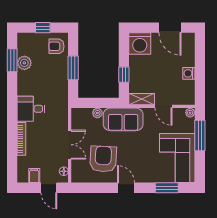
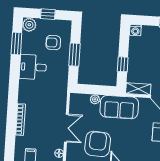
washing machine: (140, 44) -> (135, 30), width x0.53, depth x0.53
armchair: (56, 46) -> (53, 43), moved
plant: (24, 63) -> (29, 25), moved
desk: (31, 109) -> (33, 67), moved

